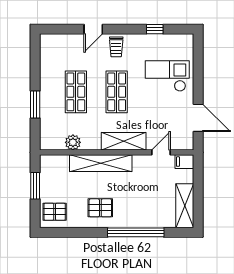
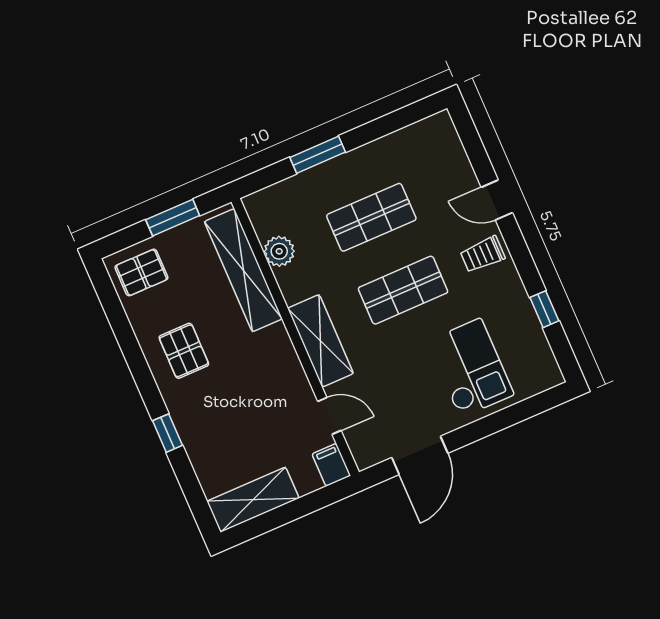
shelving: (101, 163) -> (243, 270), moved
pallet: (55, 212) -> (141, 272), turned 90
window: (136, 232) -> (168, 433), width x0.32

